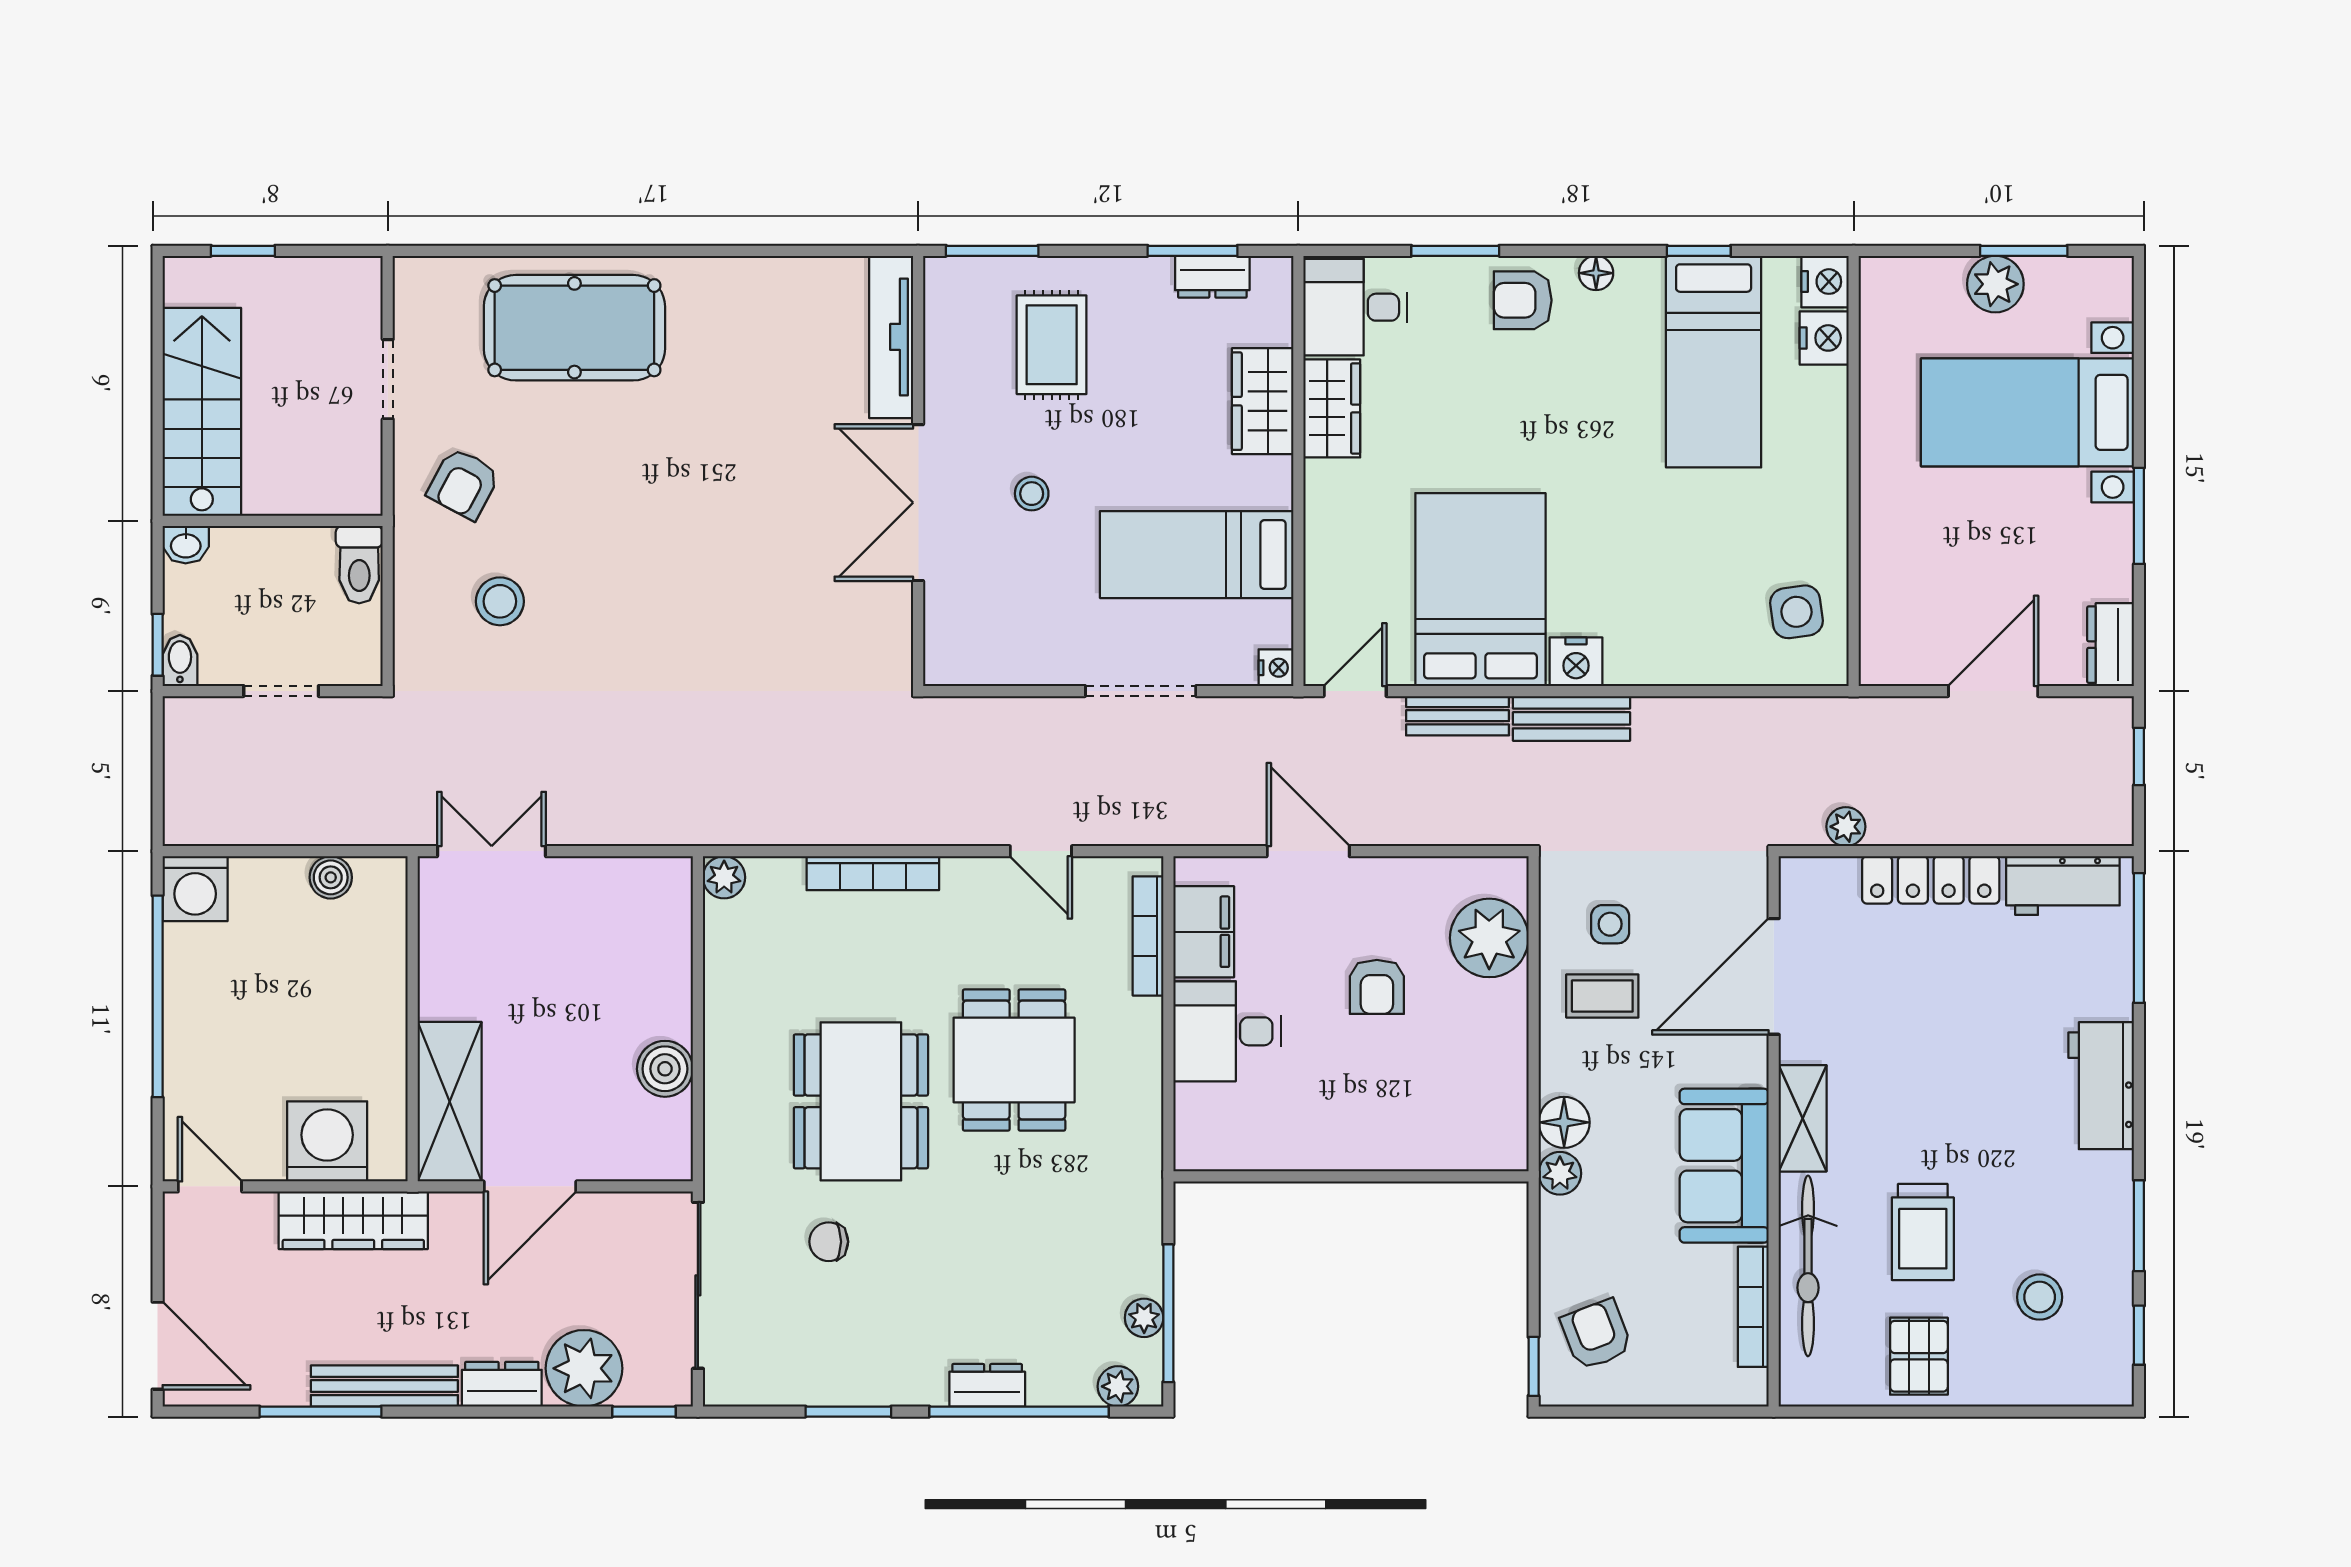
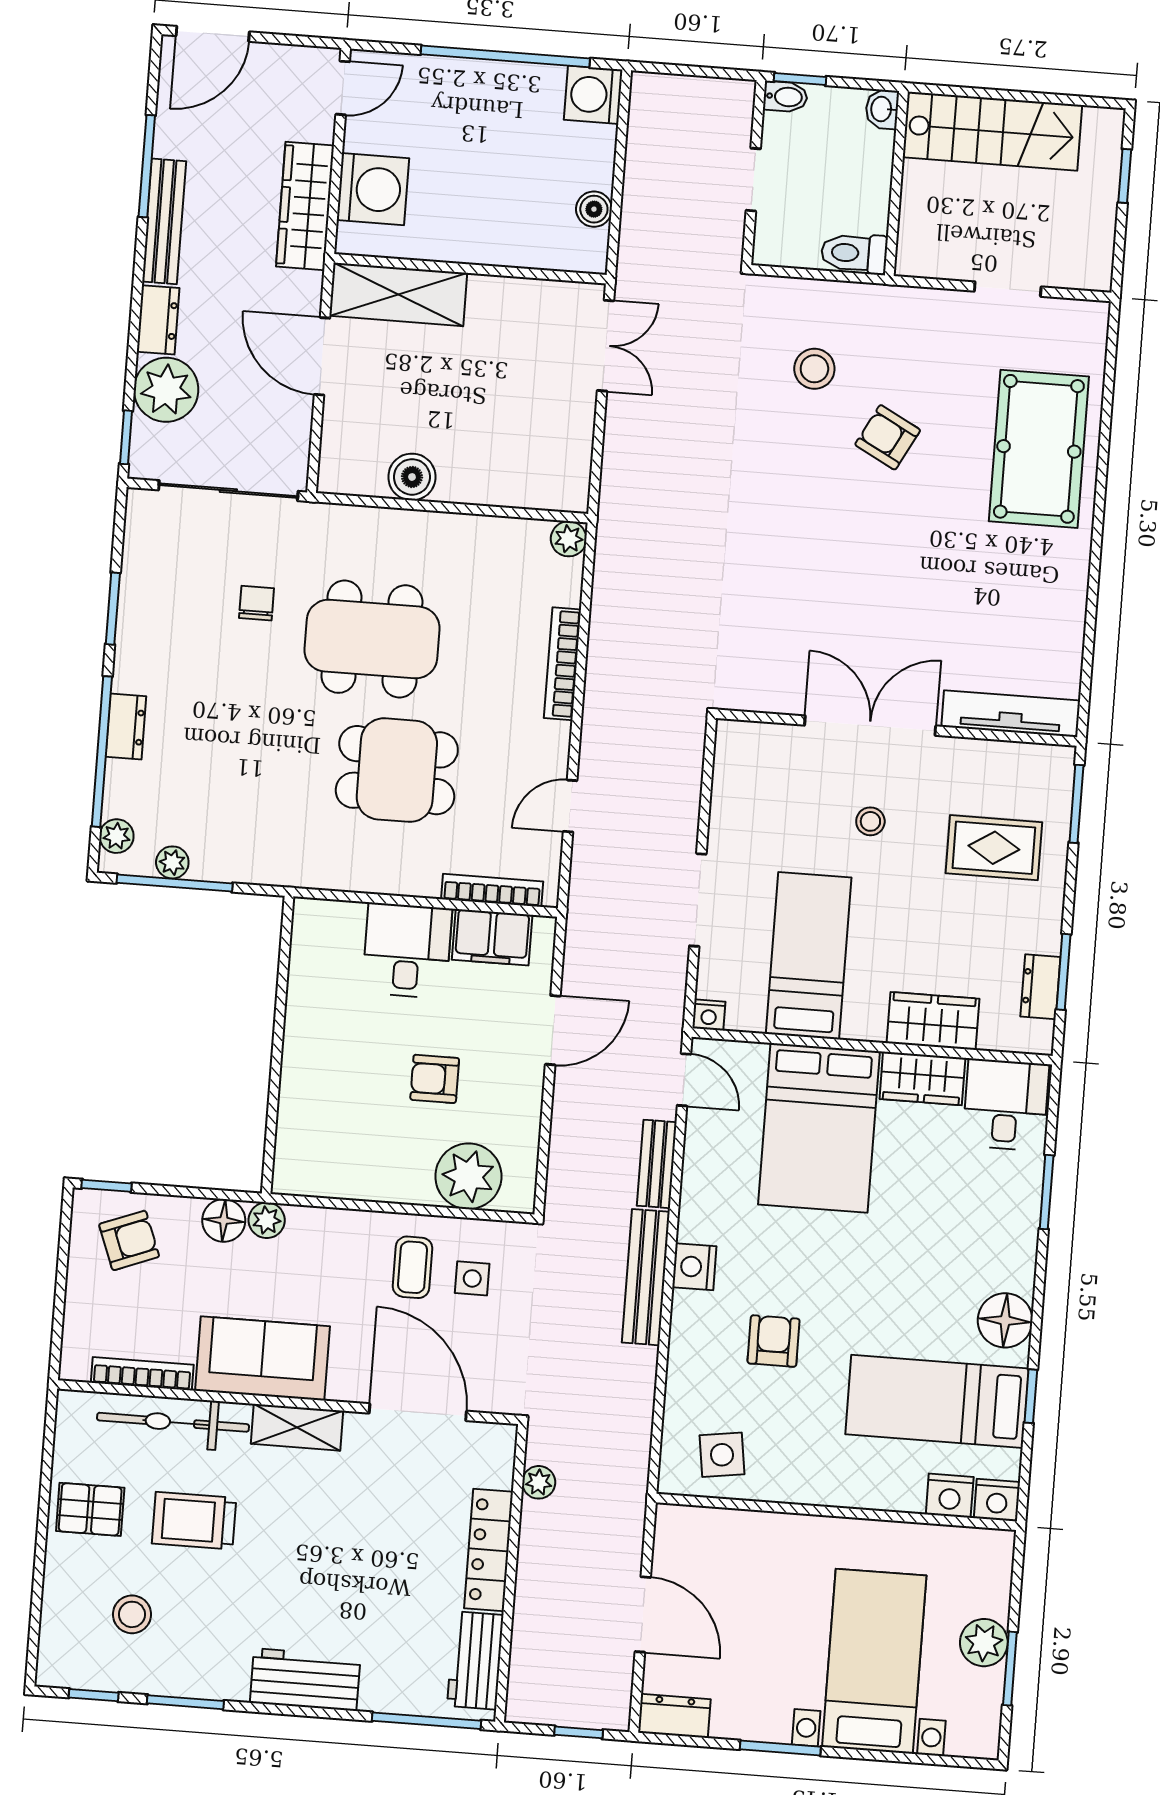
floor lamp: (1596, 273) -> (1005, 1320), width x1.89, depth x1.89
armchair: (1523, 300) -> (774, 1341), moved
armchair: (463, 484) -> (888, 437), moved
bed: (1480, 590) -> (819, 1128), moved, turned 90
bench: (1571, 718) -> (646, 1277), width x1.36
floor lamp: (1564, 1122) -> (224, 1220), moved

